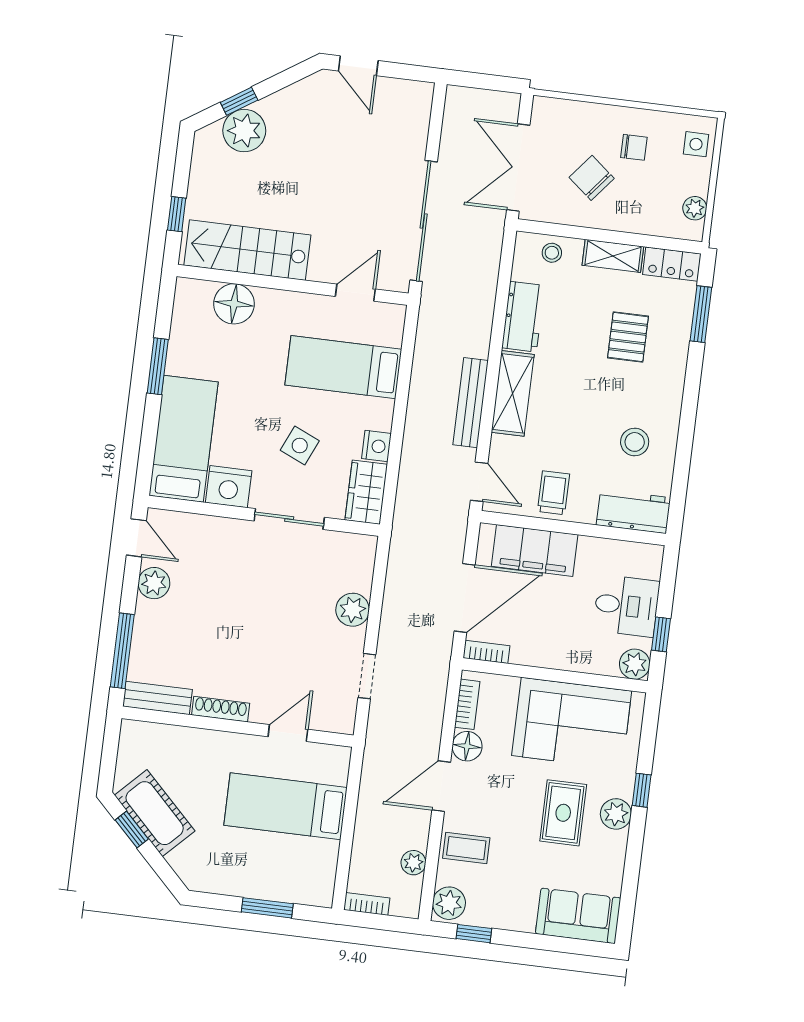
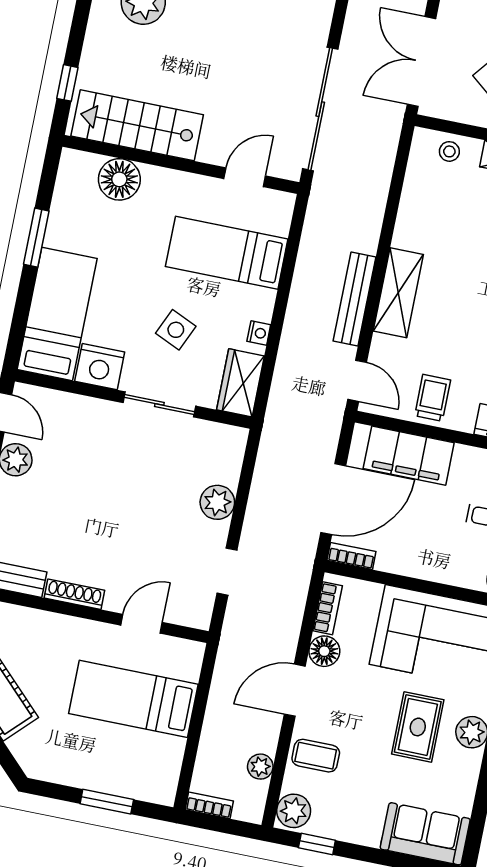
workbench: (523, 317) -> (415, 215), removed
nightstand: (376, 446) -> (259, 333), width x0.72, depth x0.74

